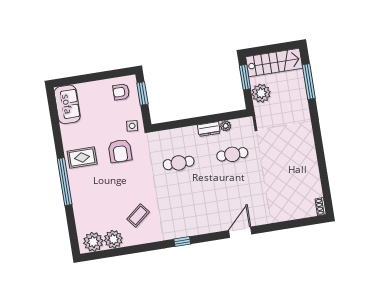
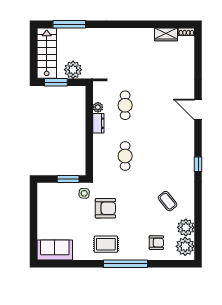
armchair: (121, 92) -> (156, 243), moved, turned -90
window: (142, 94) -> (68, 179), moved
rug: (82, 158) -> (106, 244), turned 90
wardrobe: (314, 186) -> (166, 34), added

